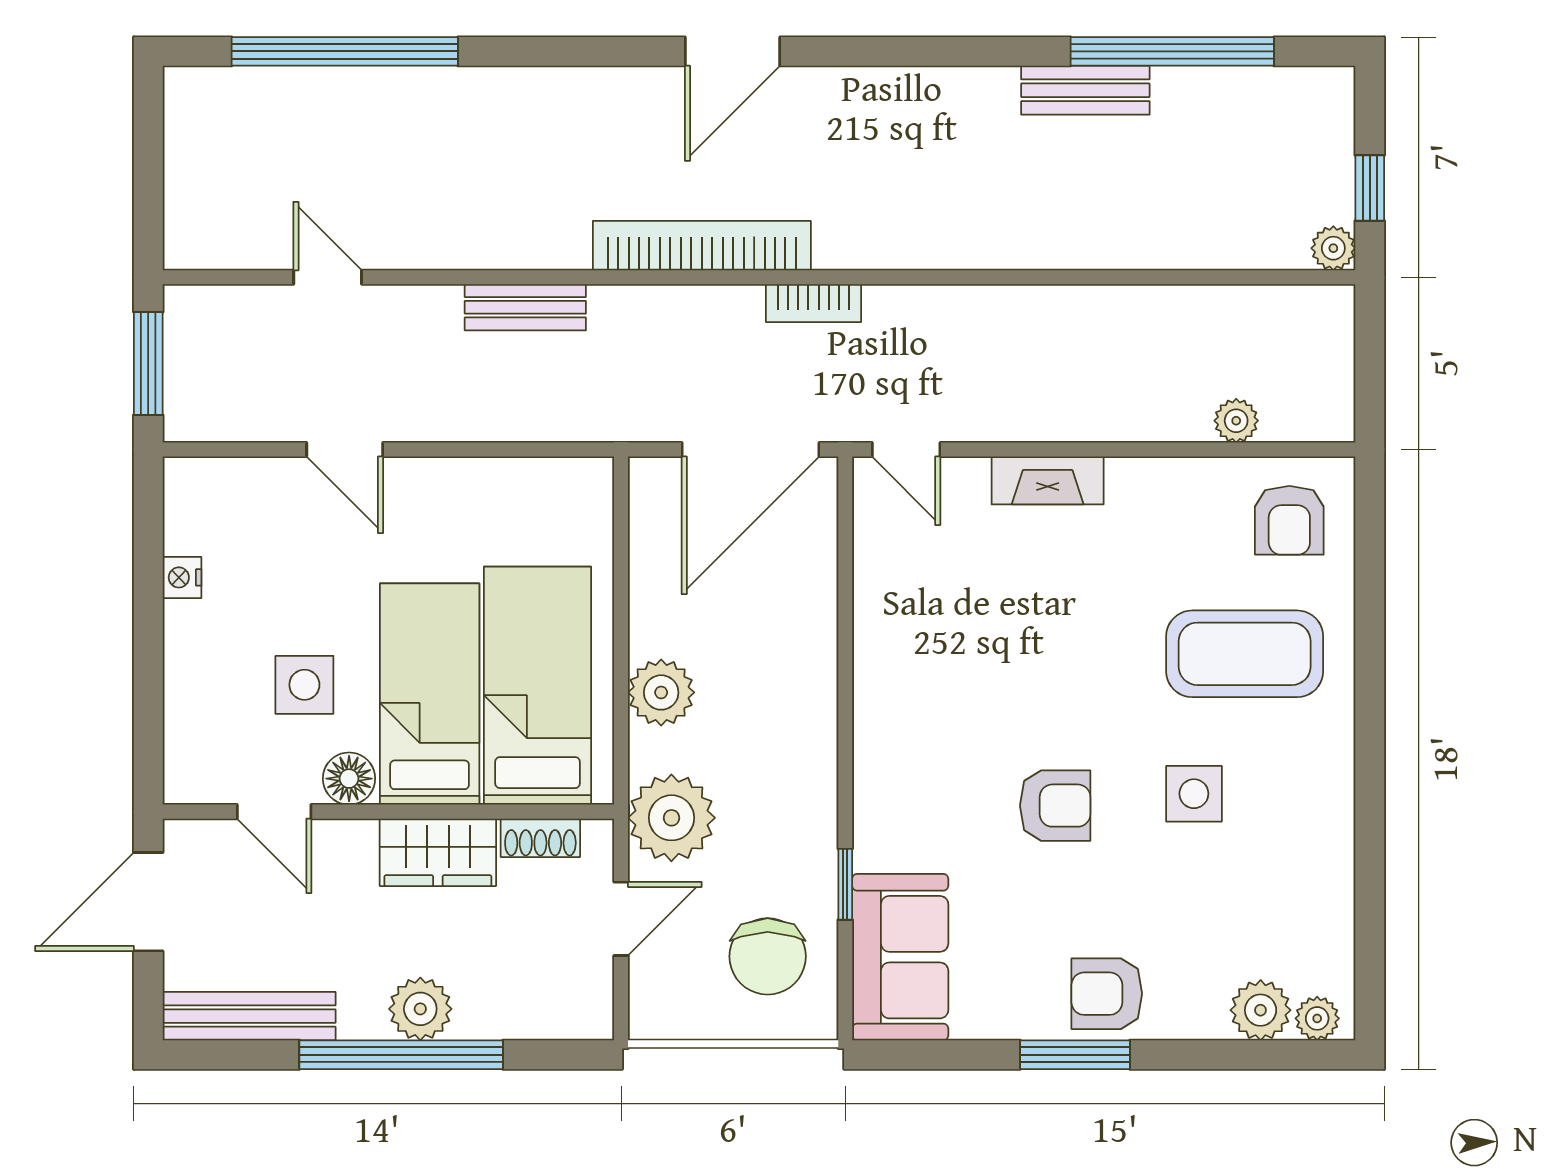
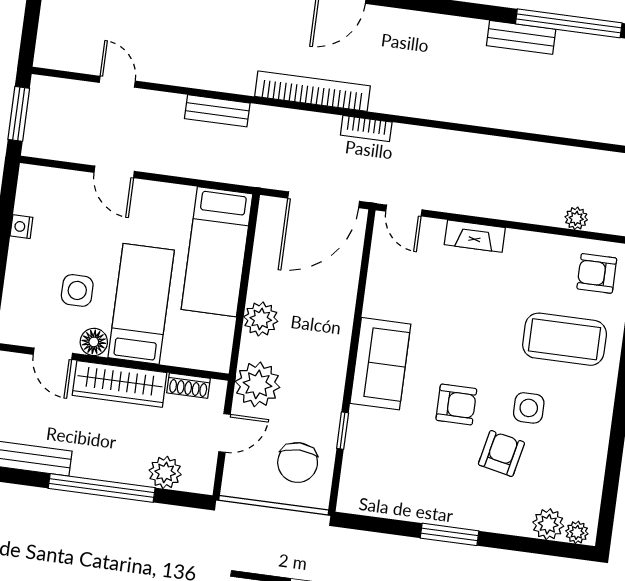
armchair: (1289, 520) -> (597, 273), turned 90
bed: (537, 686) -> (217, 252), moved, turned 180
wardrobe: (438, 852) -> (120, 384), width x1.50
sofa: (900, 957) -> (380, 364), moved
armchair: (1107, 994) -> (501, 453), moved, turned 102
plant: (420, 1009) -> (165, 472), moved

